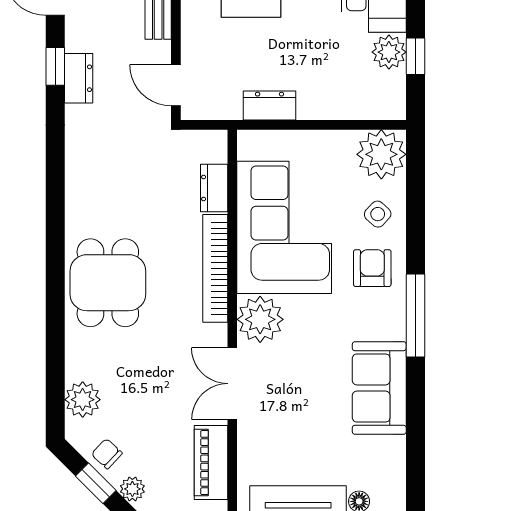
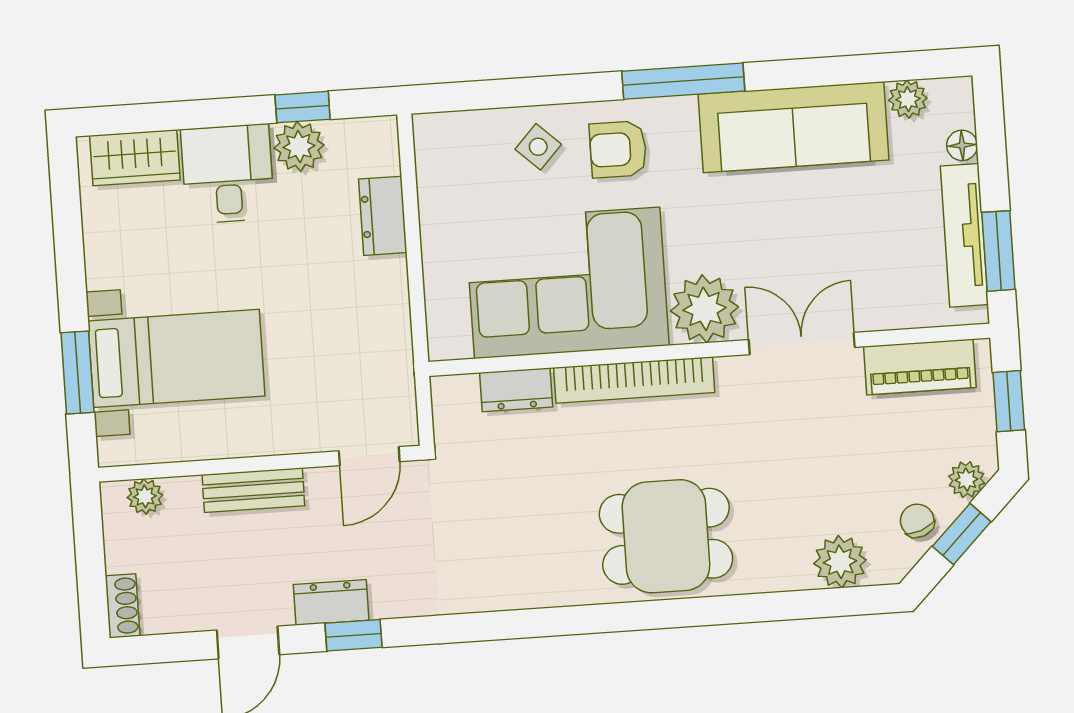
dresser: (79, 78) -> (331, 602), moved
dresser: (270, 106) -> (383, 216), moved
plant: (381, 154) -> (908, 99), moved, width x0.53, depth x0.53
double door: (232, 384) -> (802, 344), swing flipped
sofa: (379, 388) -> (793, 127), width x1.36
chair: (107, 454) -> (917, 521), turned 116

